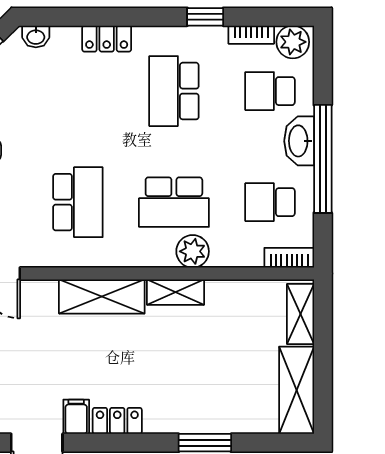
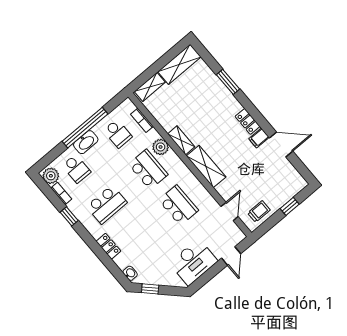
school desk: (78, 202) -> (178, 205), turned 90
bookcase: (289, 258) -> (142, 120), moved

